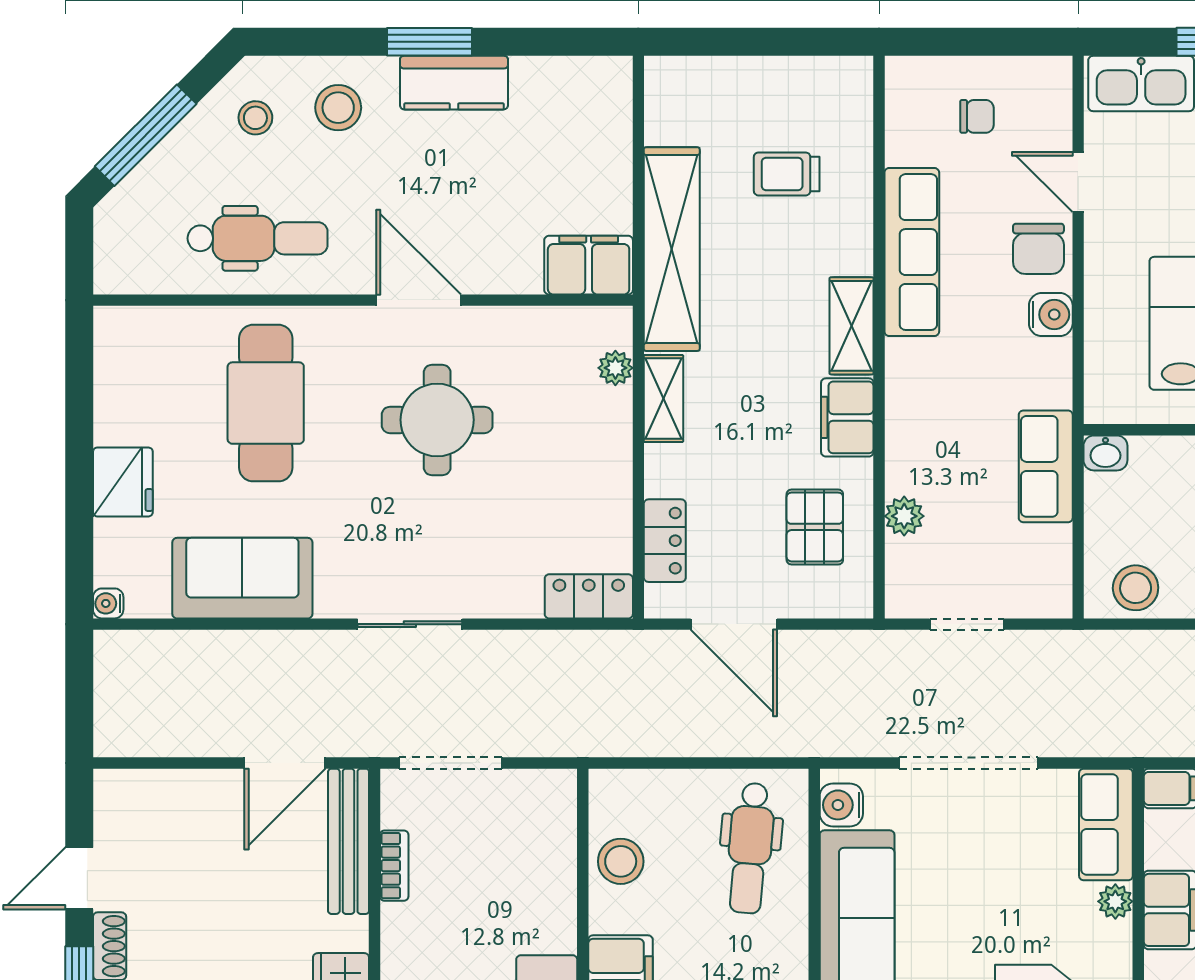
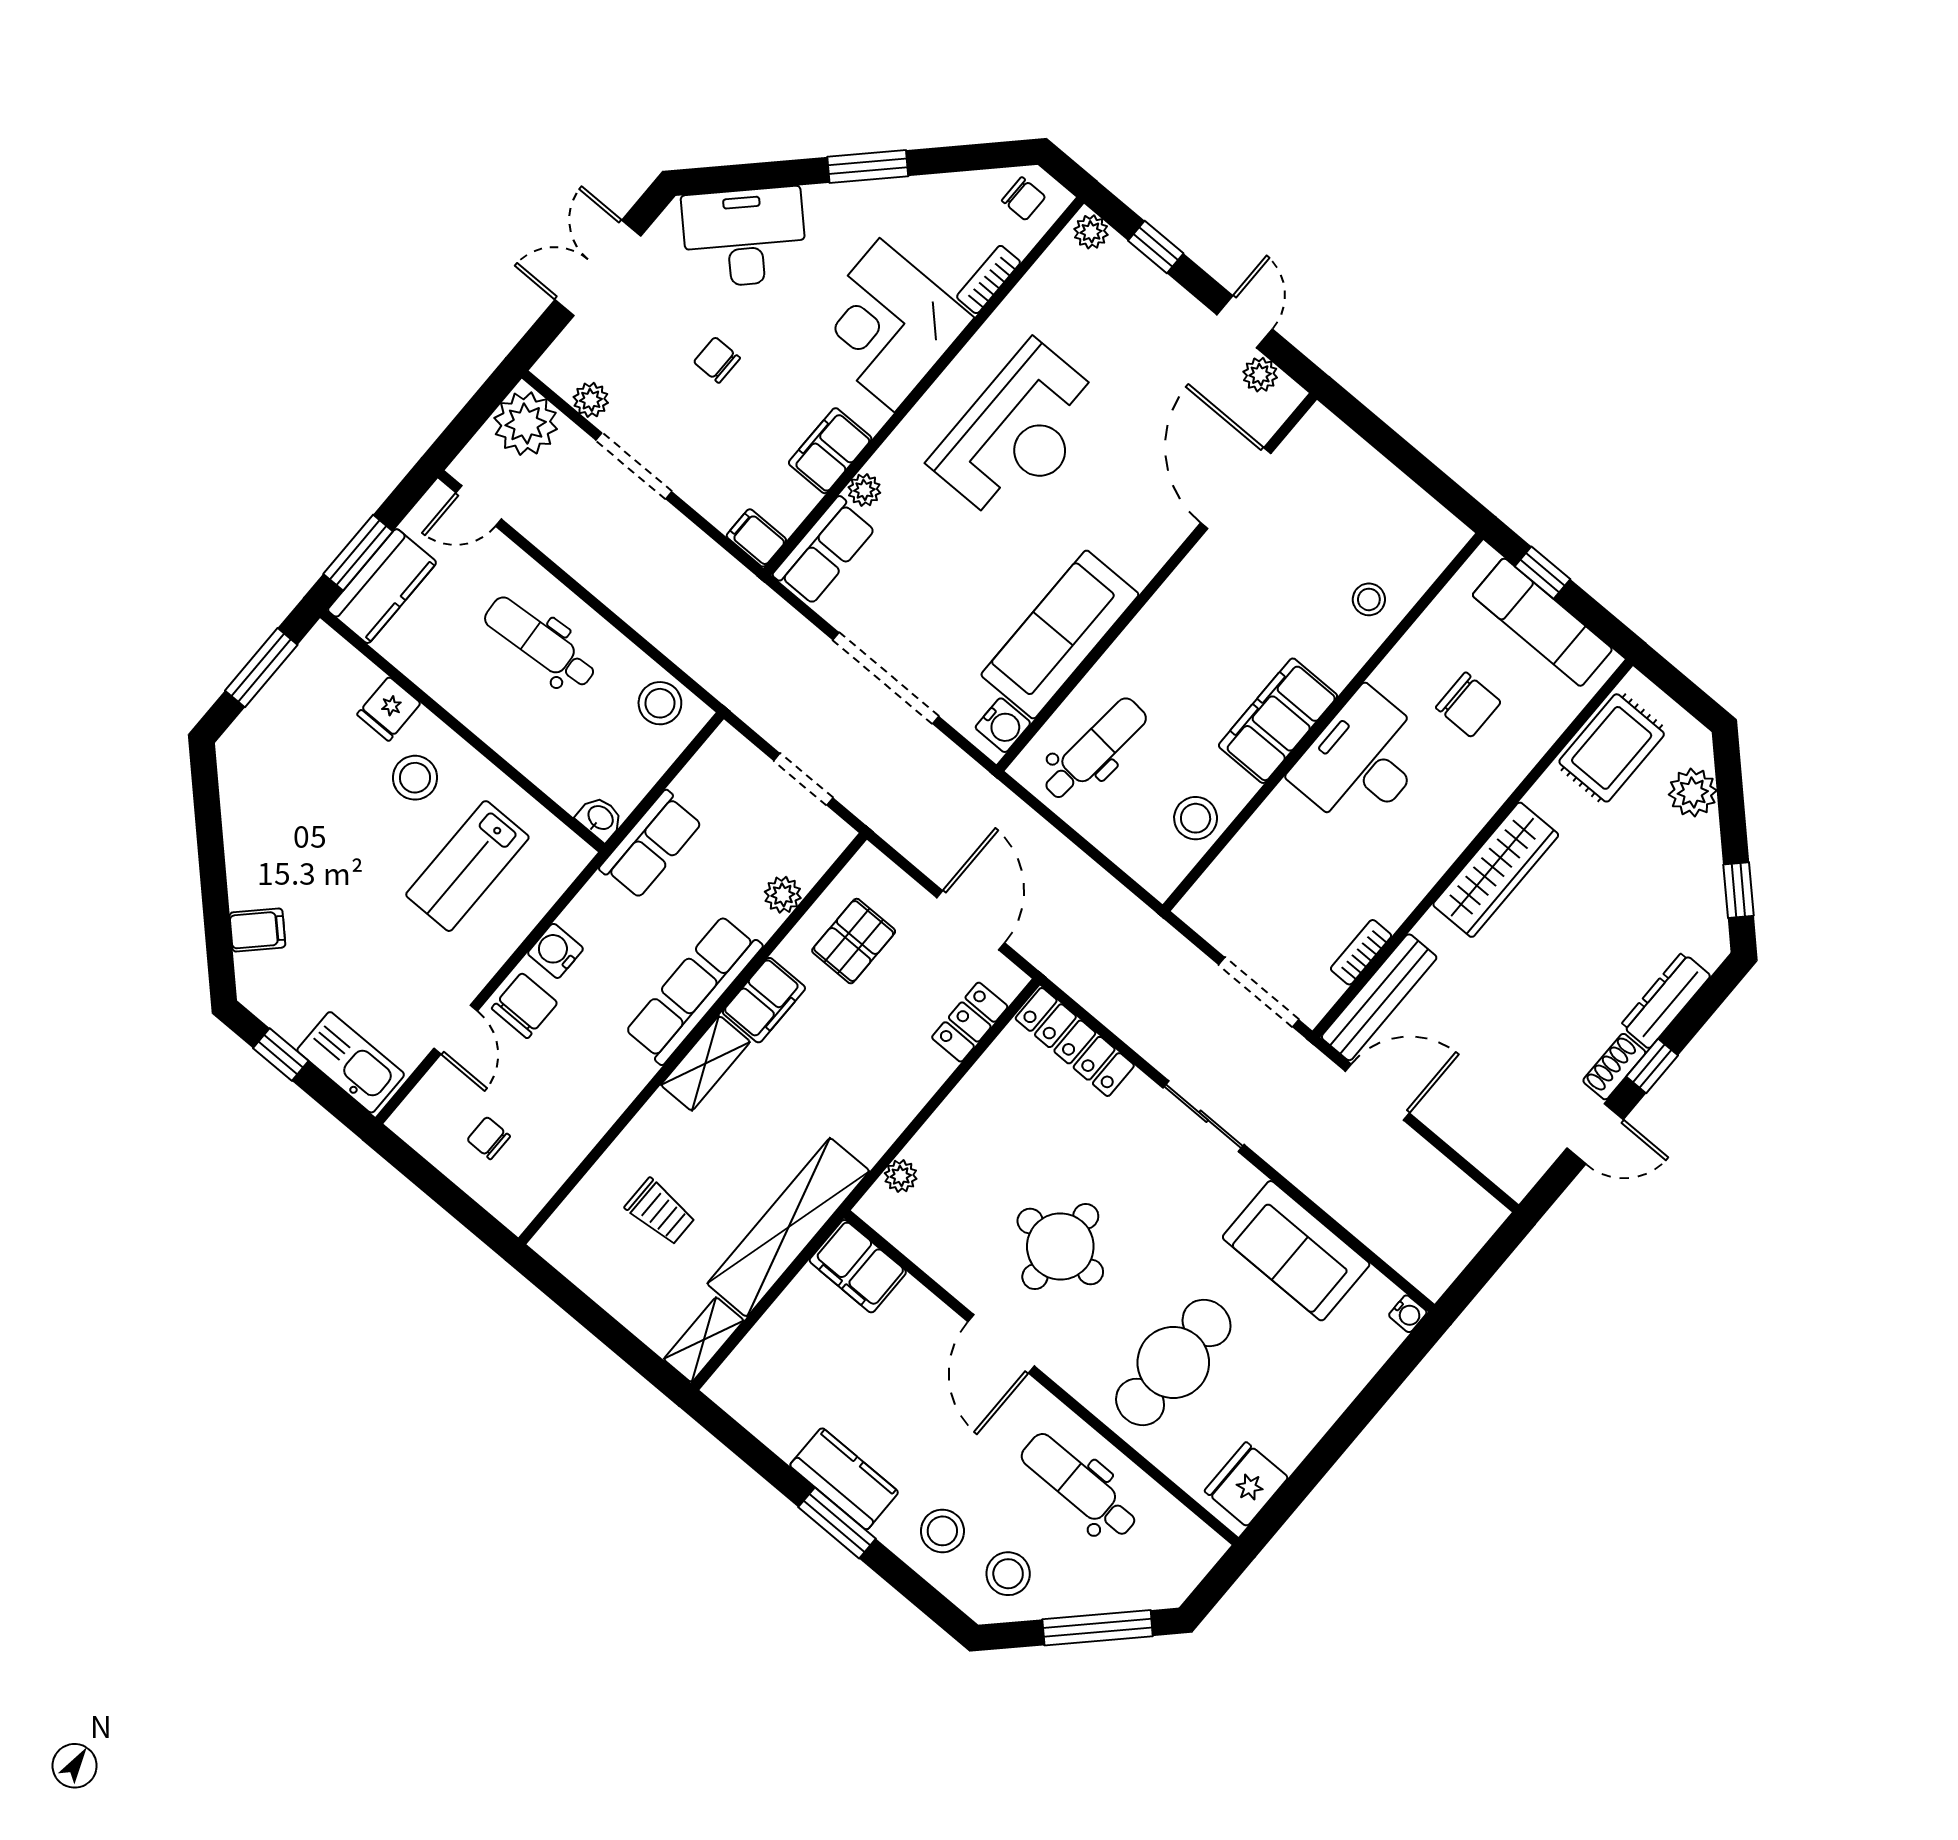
stool: (255, 118) -> (1008, 1574), width x1.37, depth x1.37
row of seats: (912, 252) -> (694, 990), moved
shelving: (664, 398) -> (704, 1340), moved
fridge: (123, 482) -> (1246, 1484), moved
locker: (589, 596) -> (1075, 1042), width x1.53

